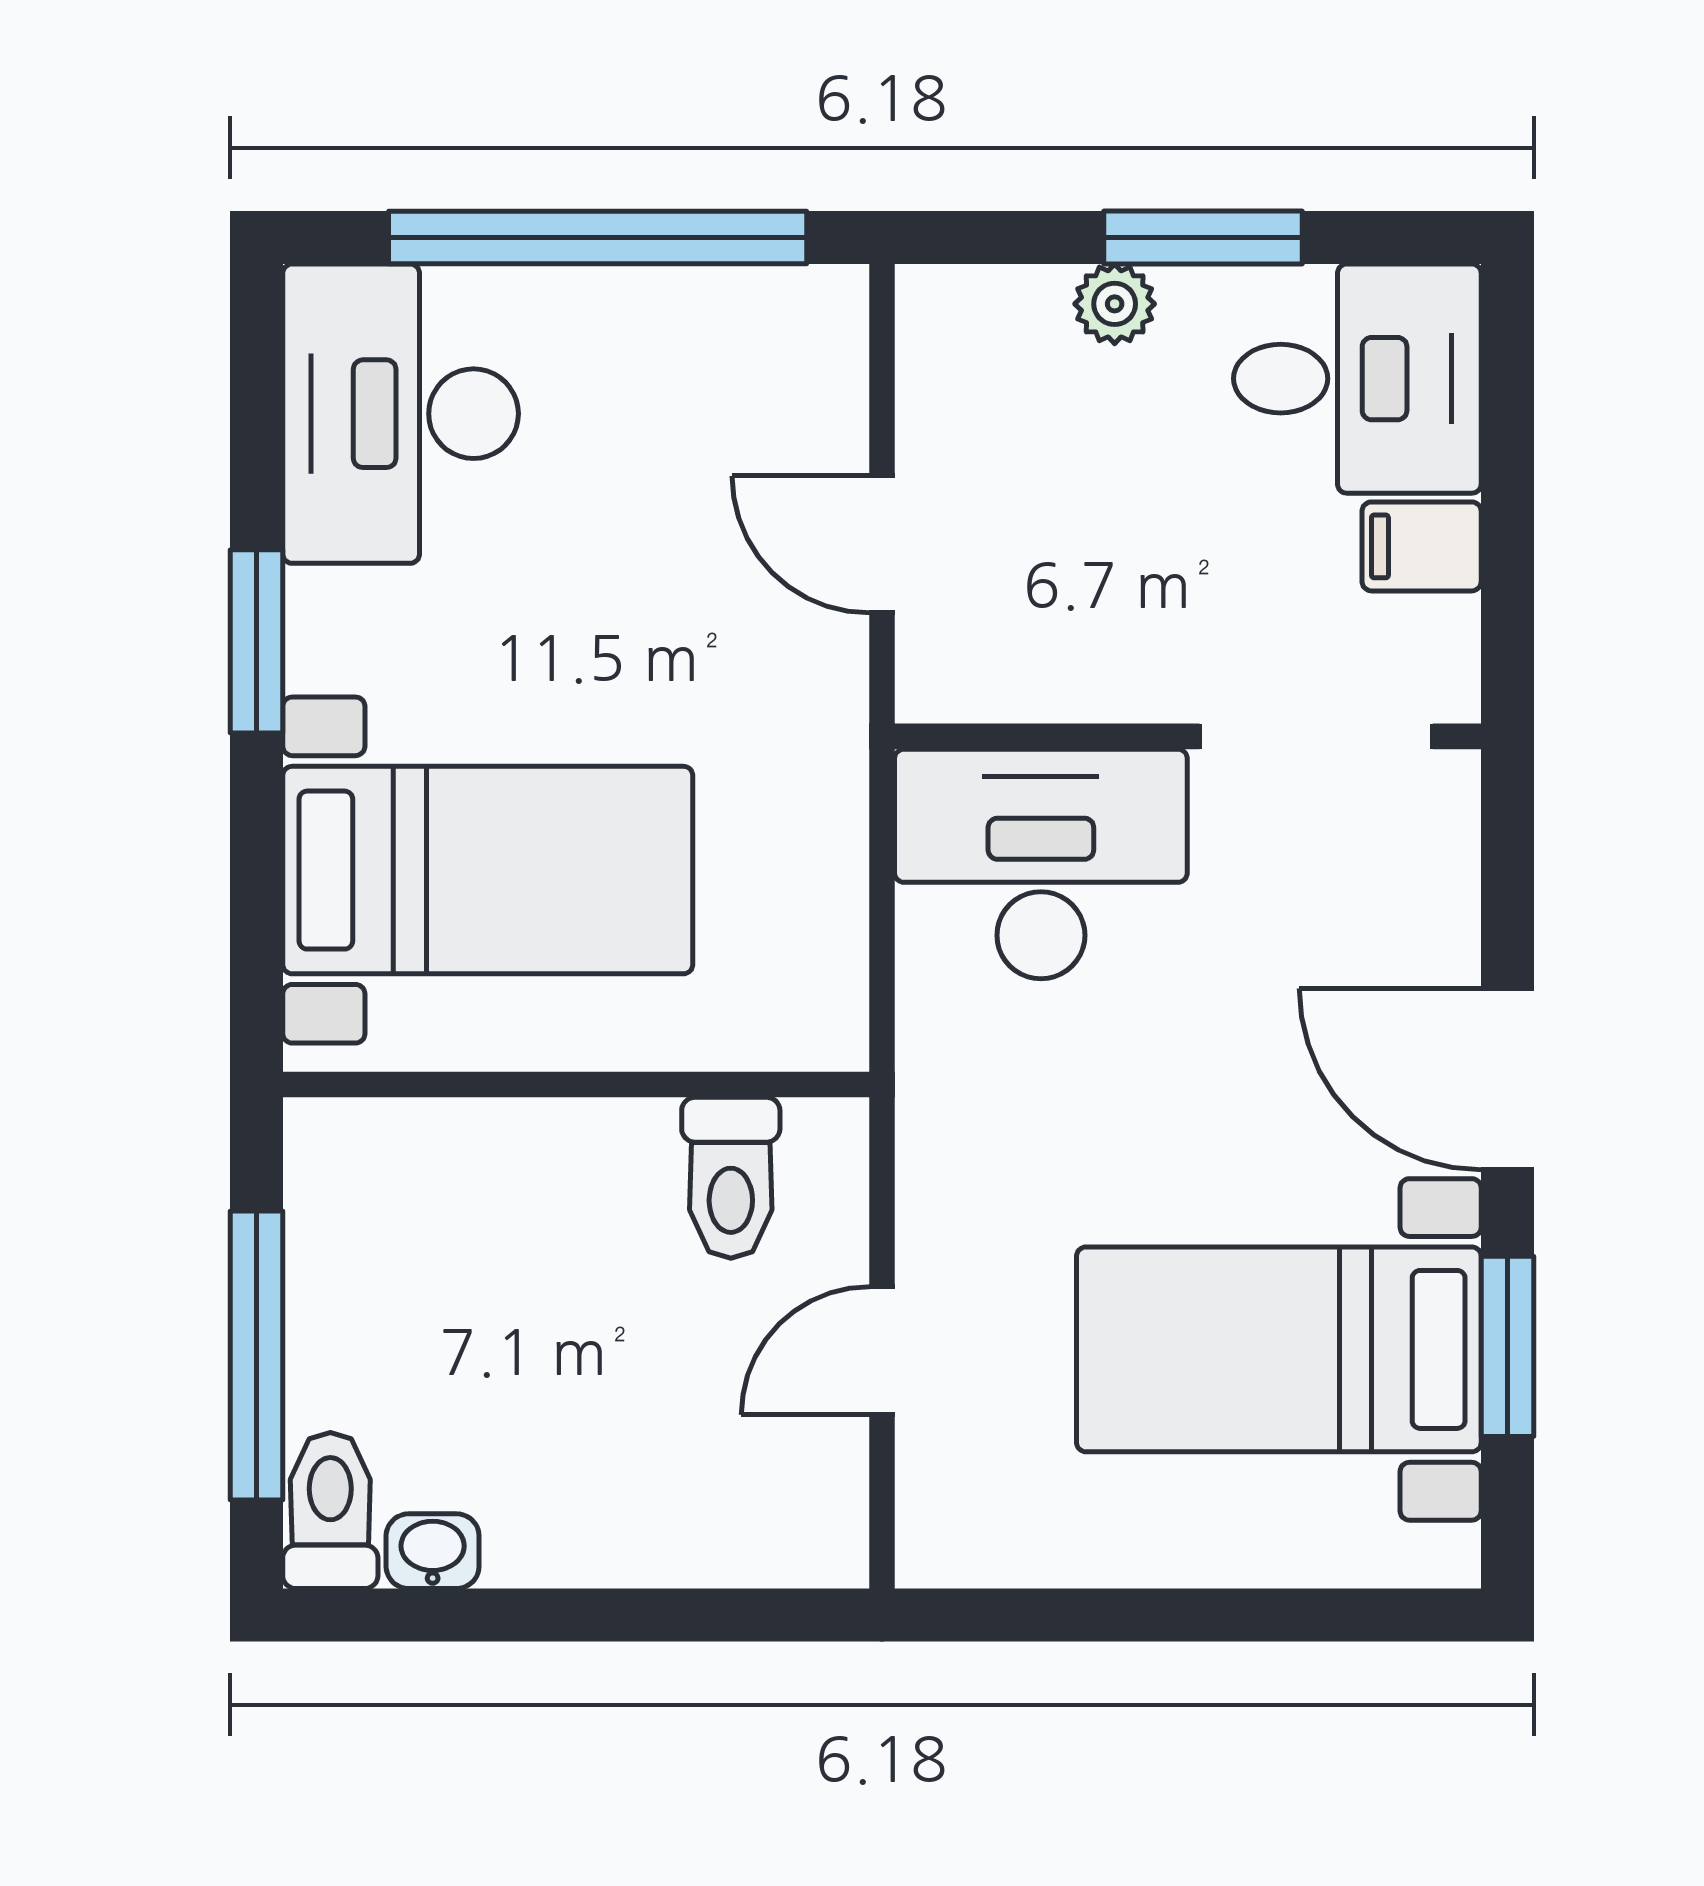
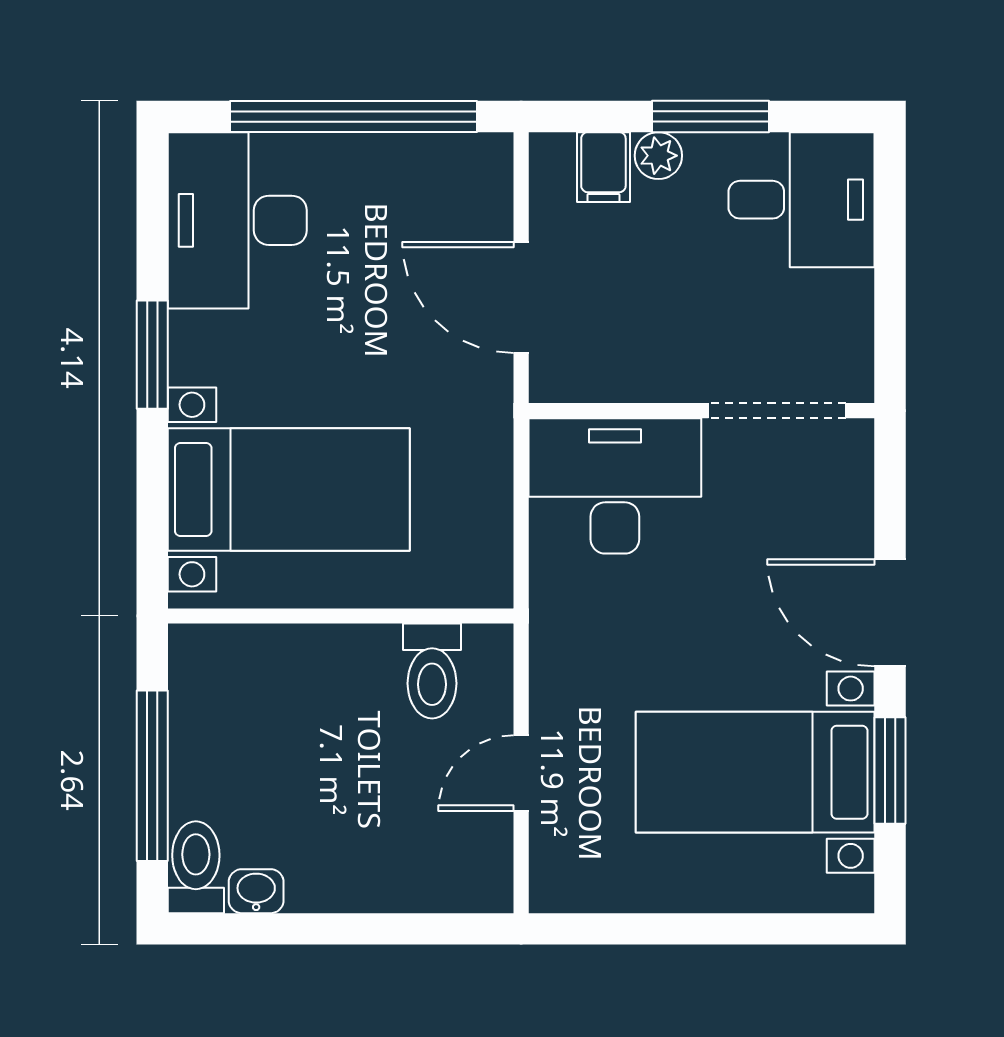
door: (882, 544) -> (521, 297), width x1.37
filing cabinet: (1422, 546) -> (603, 167), moved, turned -90

